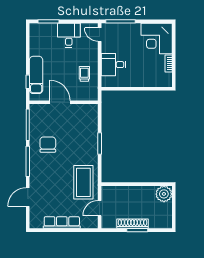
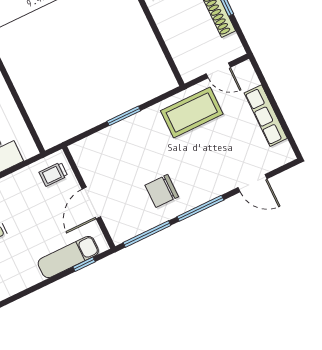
trolley: (84, 74) -> (53, 174), moved

